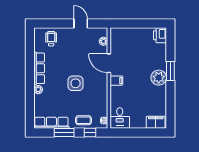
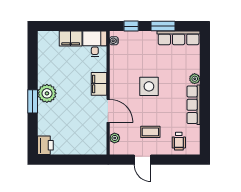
filing cabinet: (116, 81) -> (99, 84), width x2.00
coffee table: (83, 120) -> (150, 132), moved
filing cabinet: (156, 122) -> (71, 39), moved

